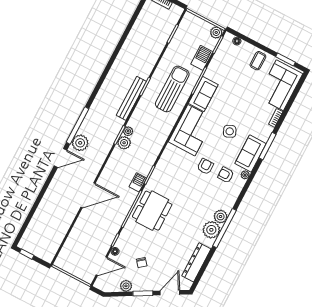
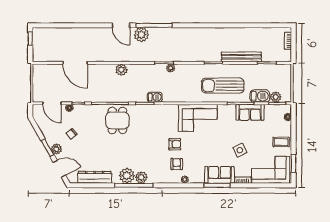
plant: (216, 32) -> (276, 97), moved
sun lounger: (172, 89) -> (223, 86), turned 180
sofa: (203, 94) -> (250, 112), moved
bench: (131, 98) -> (241, 57), moved
side table: (230, 131) -> (240, 150), moved
plant: (124, 143) -> (121, 70), moved
sofa: (250, 154) -> (219, 175), moved
barbecue: (138, 182) -> (155, 97), moved
door: (88, 195) -> (75, 63), moved
dining table: (152, 211) -> (117, 120), width x0.73
plant: (126, 286) -> (57, 149), moved

